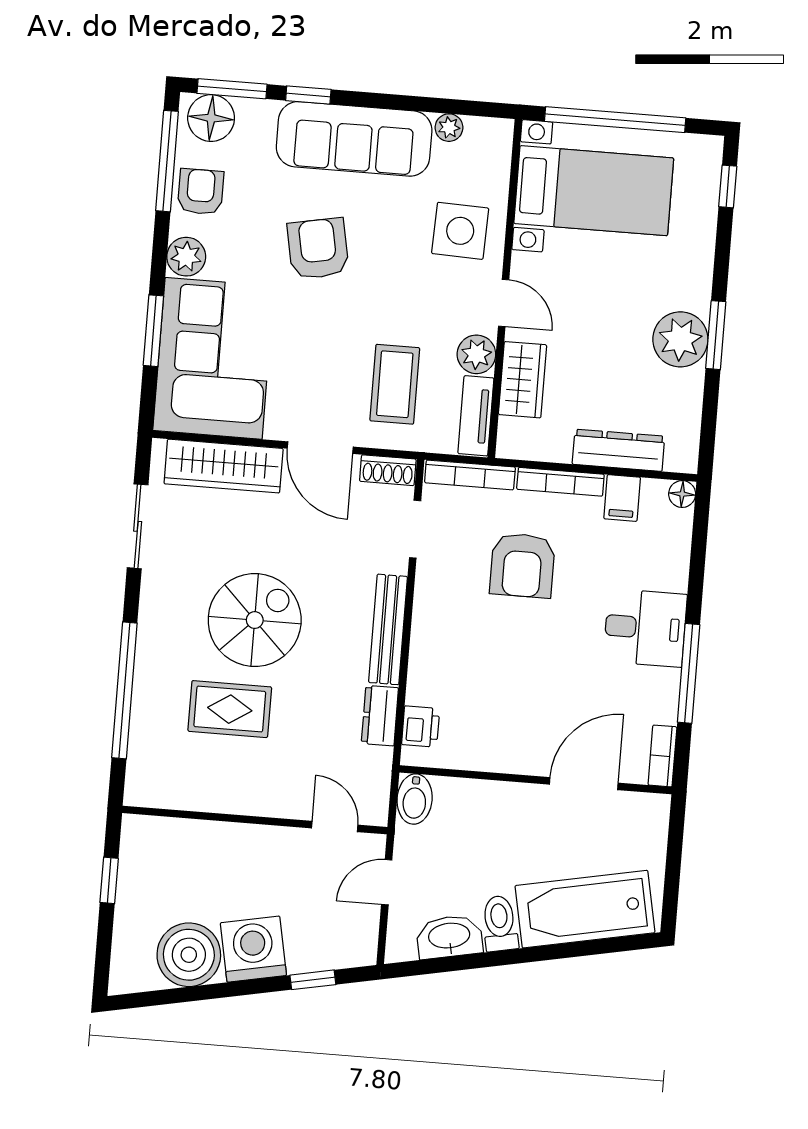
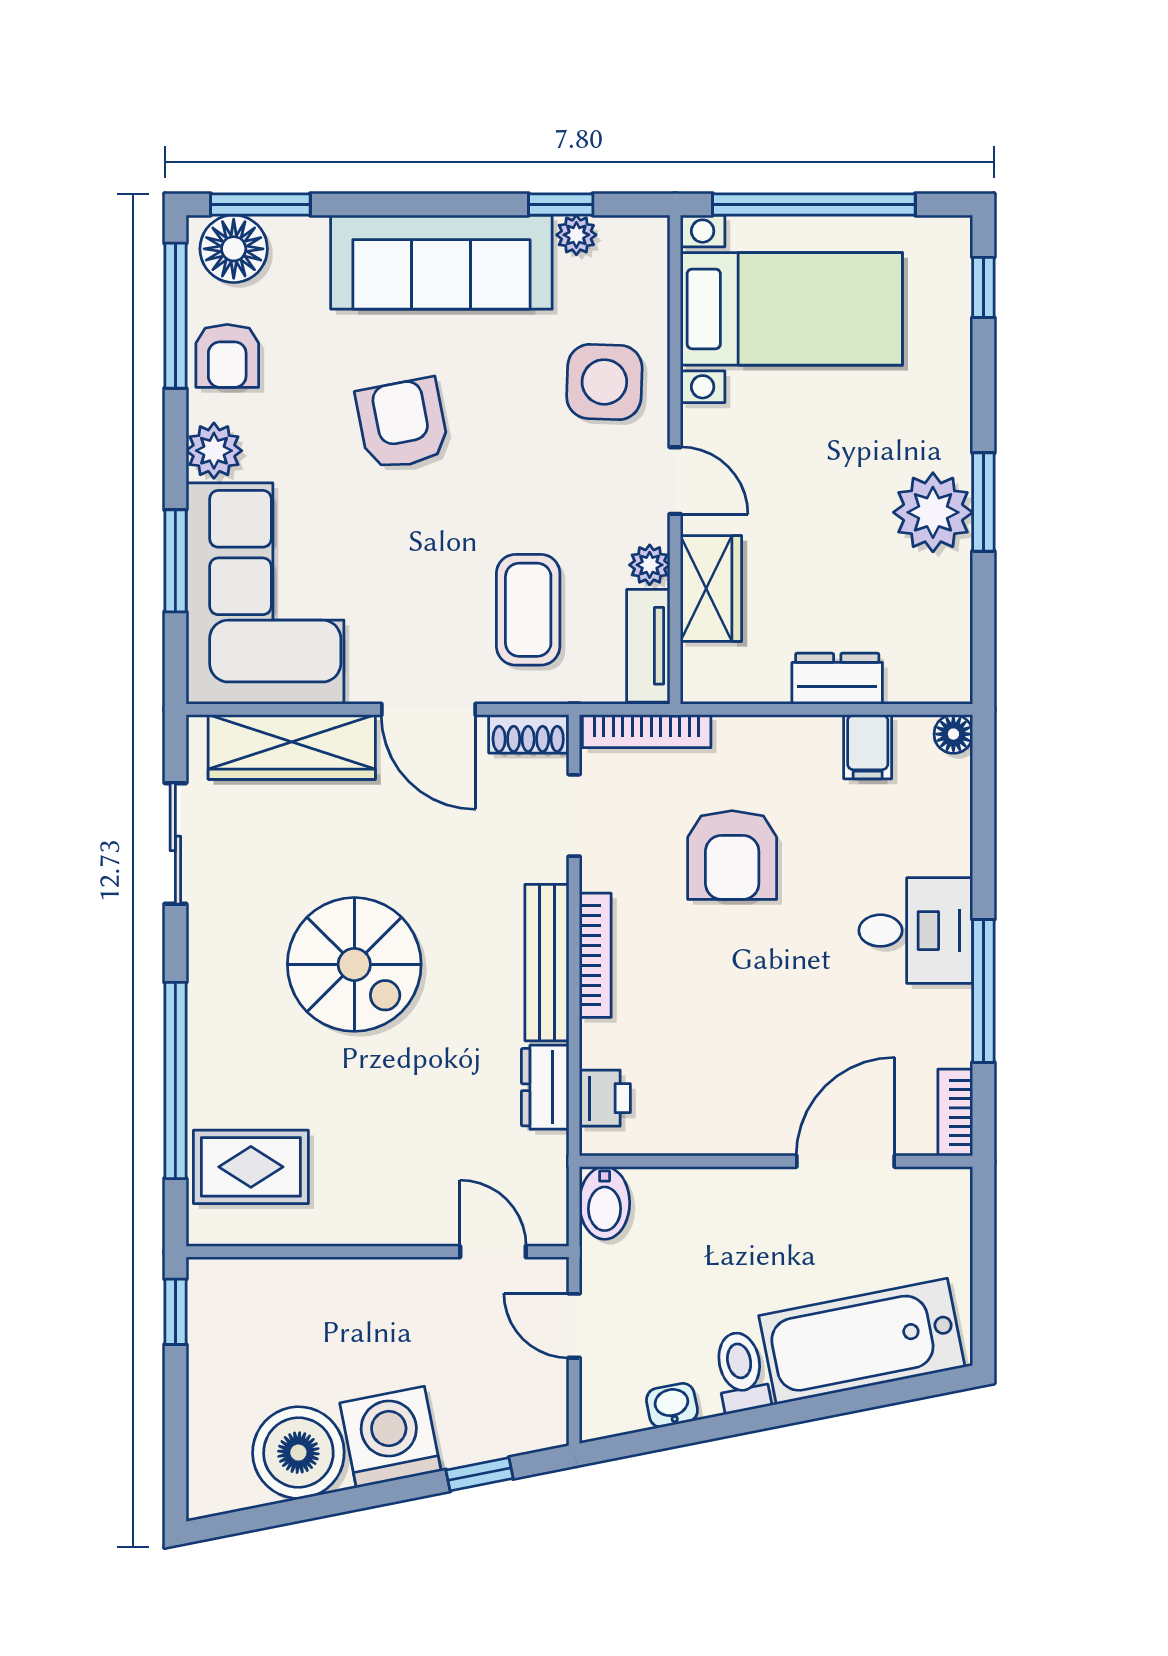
window: (308, 95) -> (561, 204), moved
armchair: (201, 192) -> (227, 356), turned 180
plant: (476, 354) -> (650, 565), width x0.73, depth x0.73
dresser: (618, 450) -> (837, 679), width x0.70
bookcase: (560, 482) -> (595, 955), moved, turned -90
spiral stairs: (255, 620) -> (354, 964), turned 90
rug: (230, 709) -> (251, 1167), moved
window: (109, 880) -> (175, 1312), moved
door: (387, 882) -> (574, 1326), hinge flipped
washbasin: (449, 937) -> (672, 1405), width x0.52, depth x0.69

